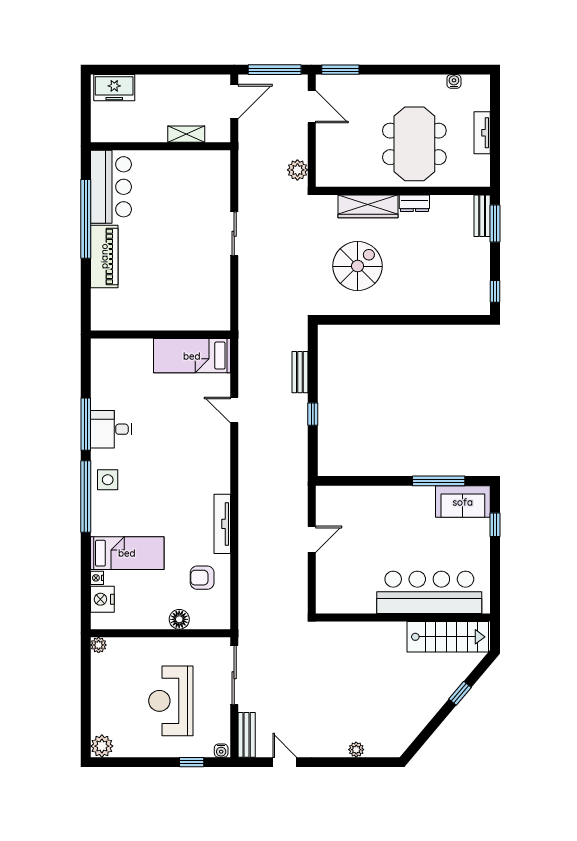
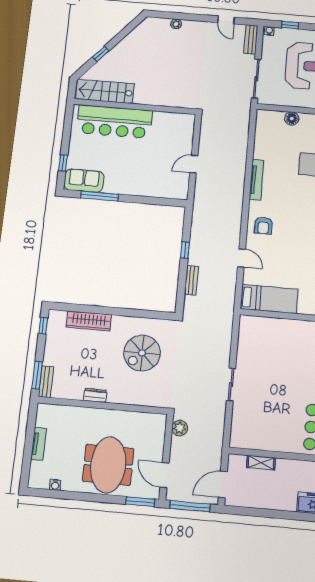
meeting table: (414, 144) -> (108, 465), moved
wardrobe: (368, 206) -> (89, 321), moved, turned 180
armchair: (202, 578) -> (263, 226), moved, turned 90

